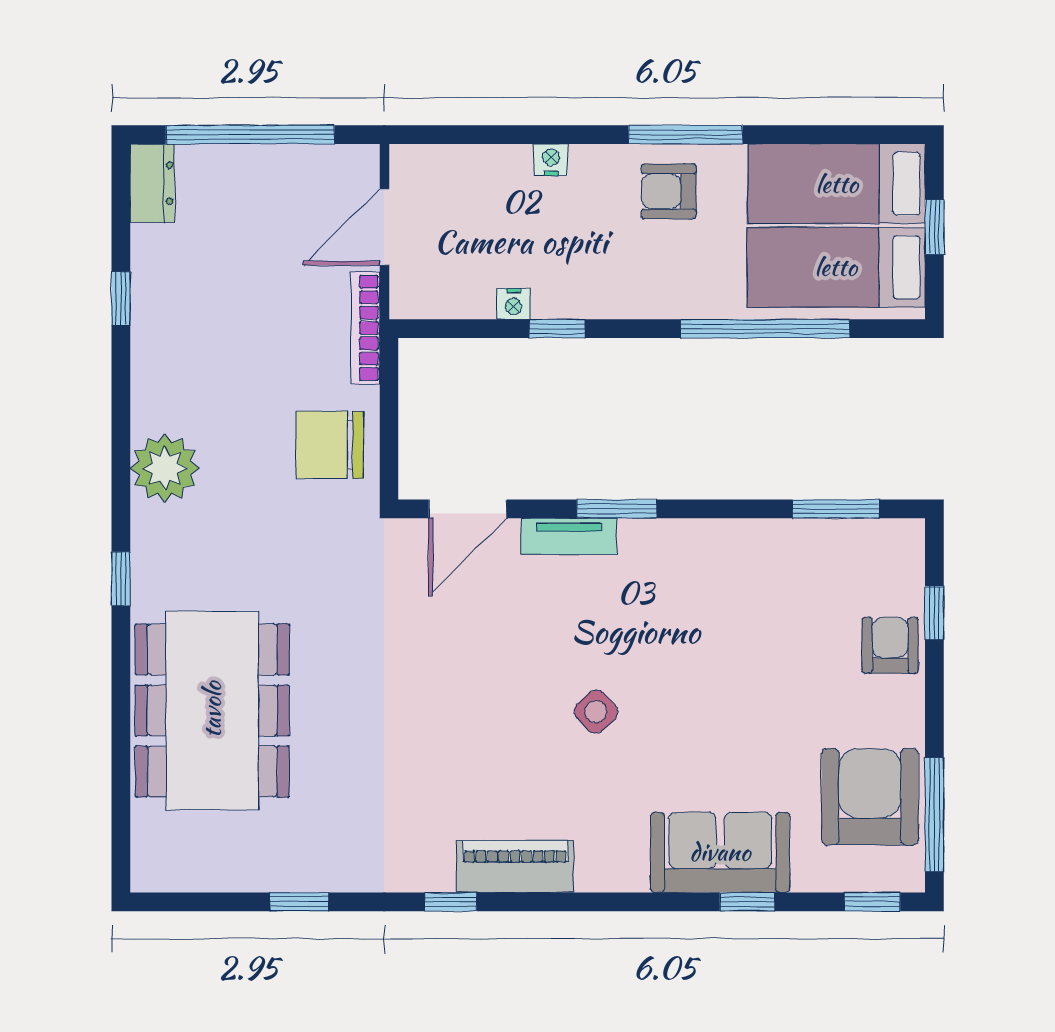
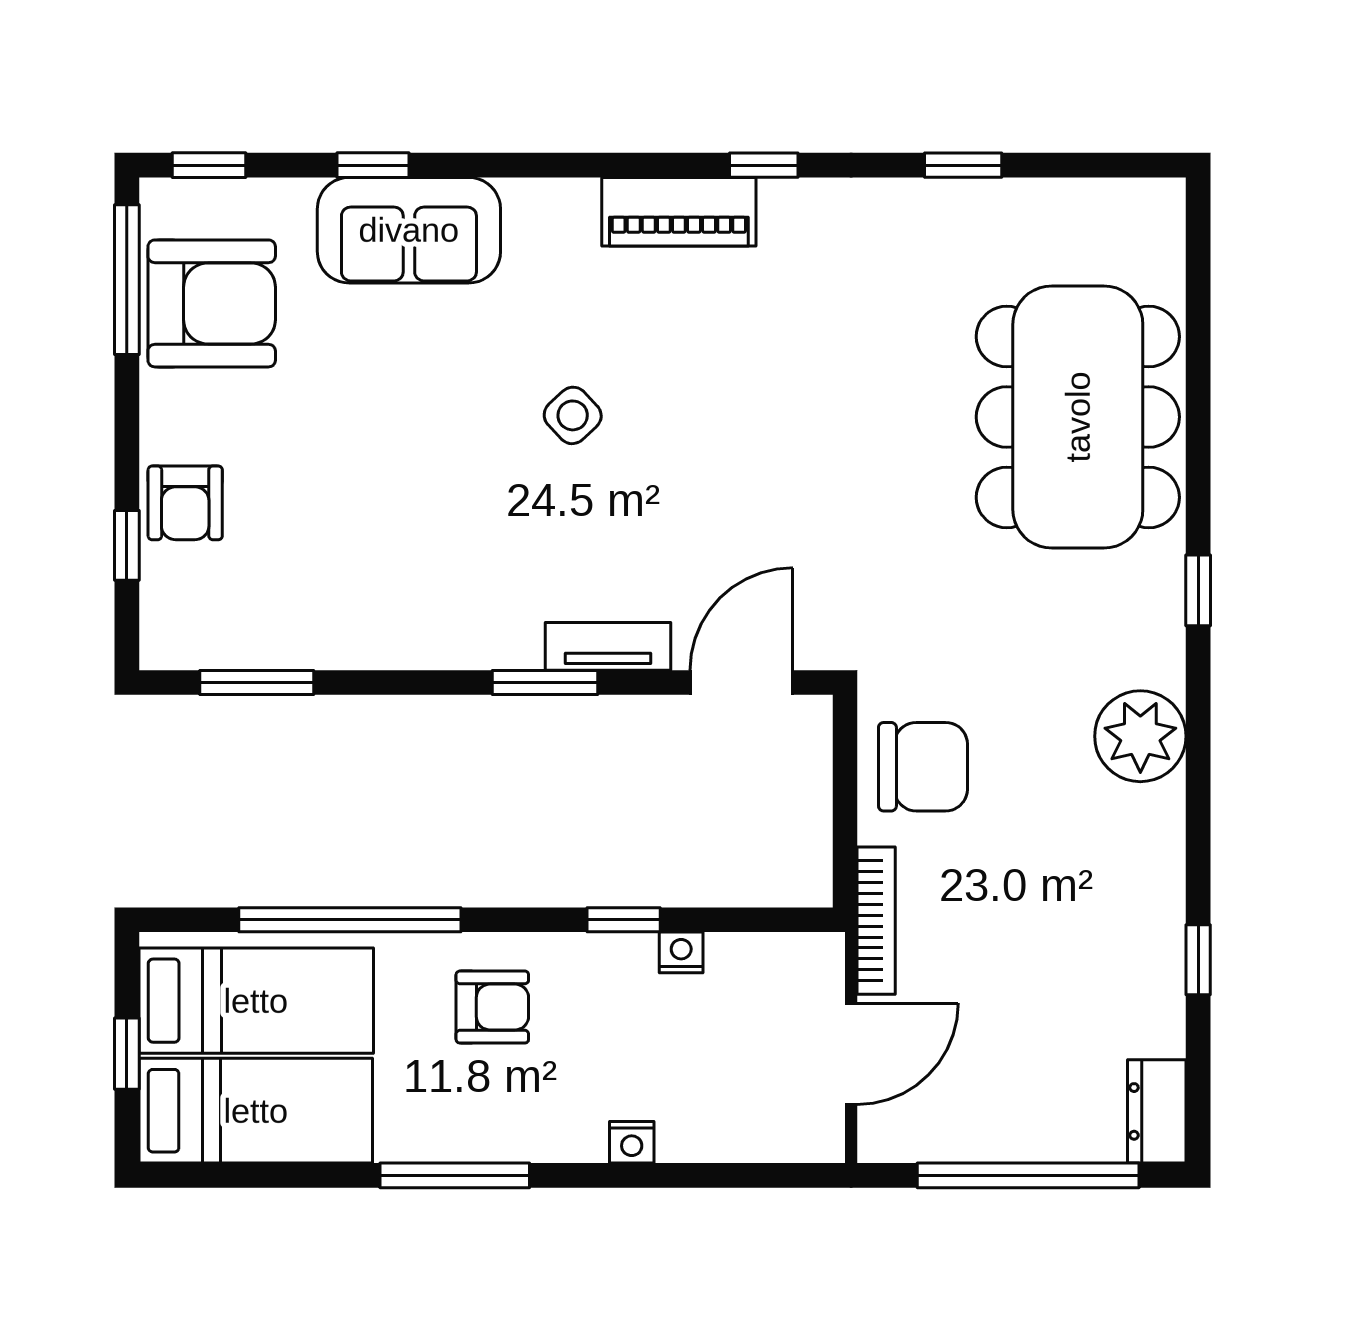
armchair: (669, 191) -> (492, 1007), moved
armchair: (870, 797) -> (212, 303), turned -90

